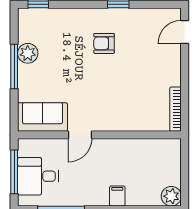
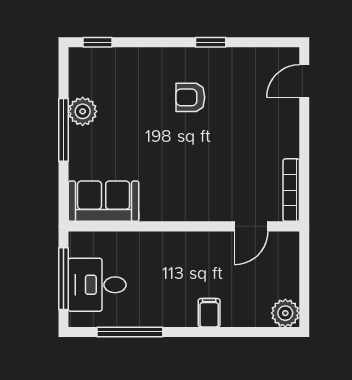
door: (80, 135) -> (251, 226), moved

